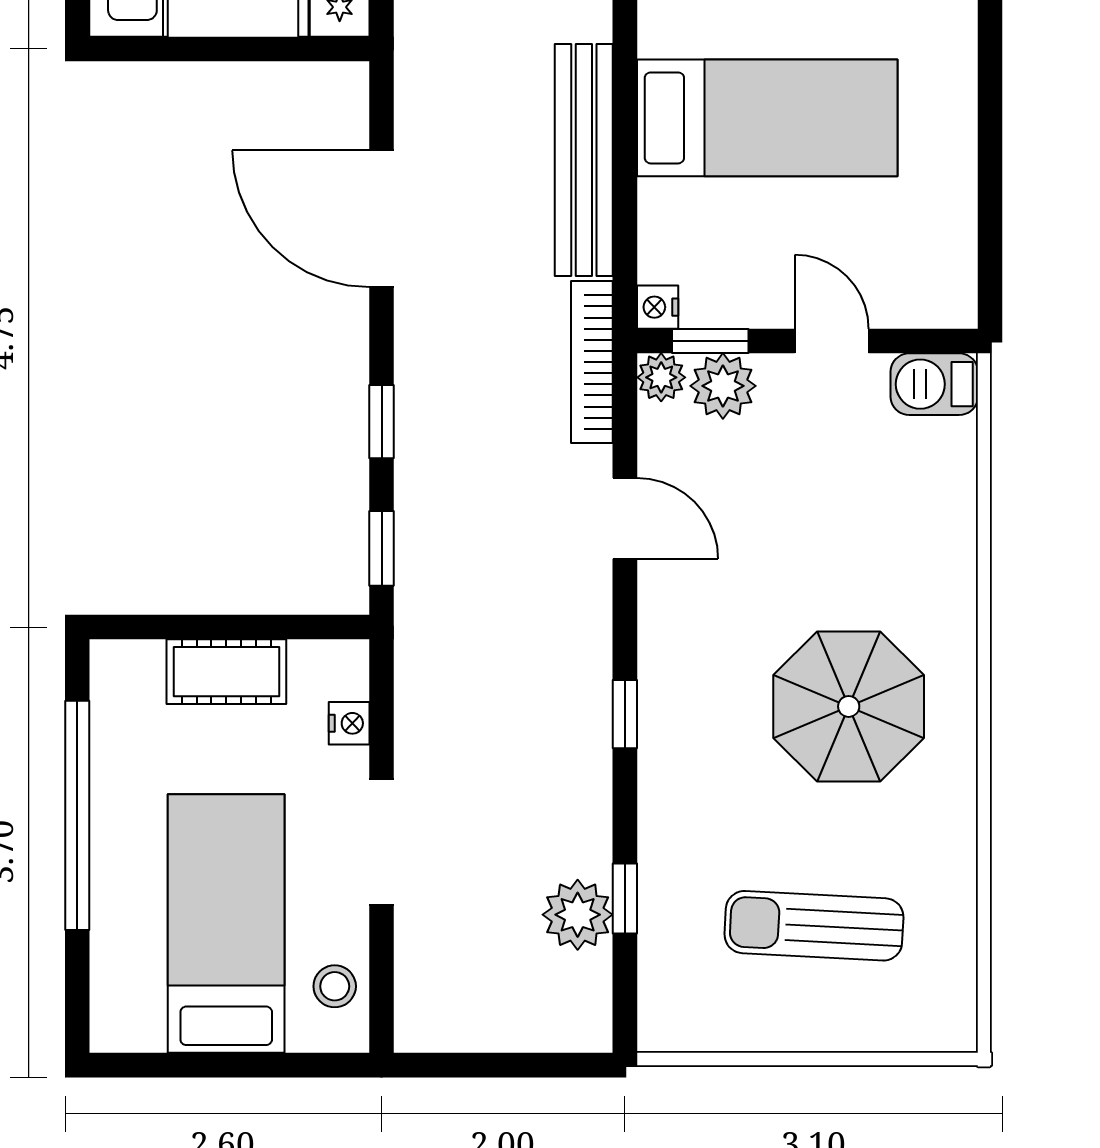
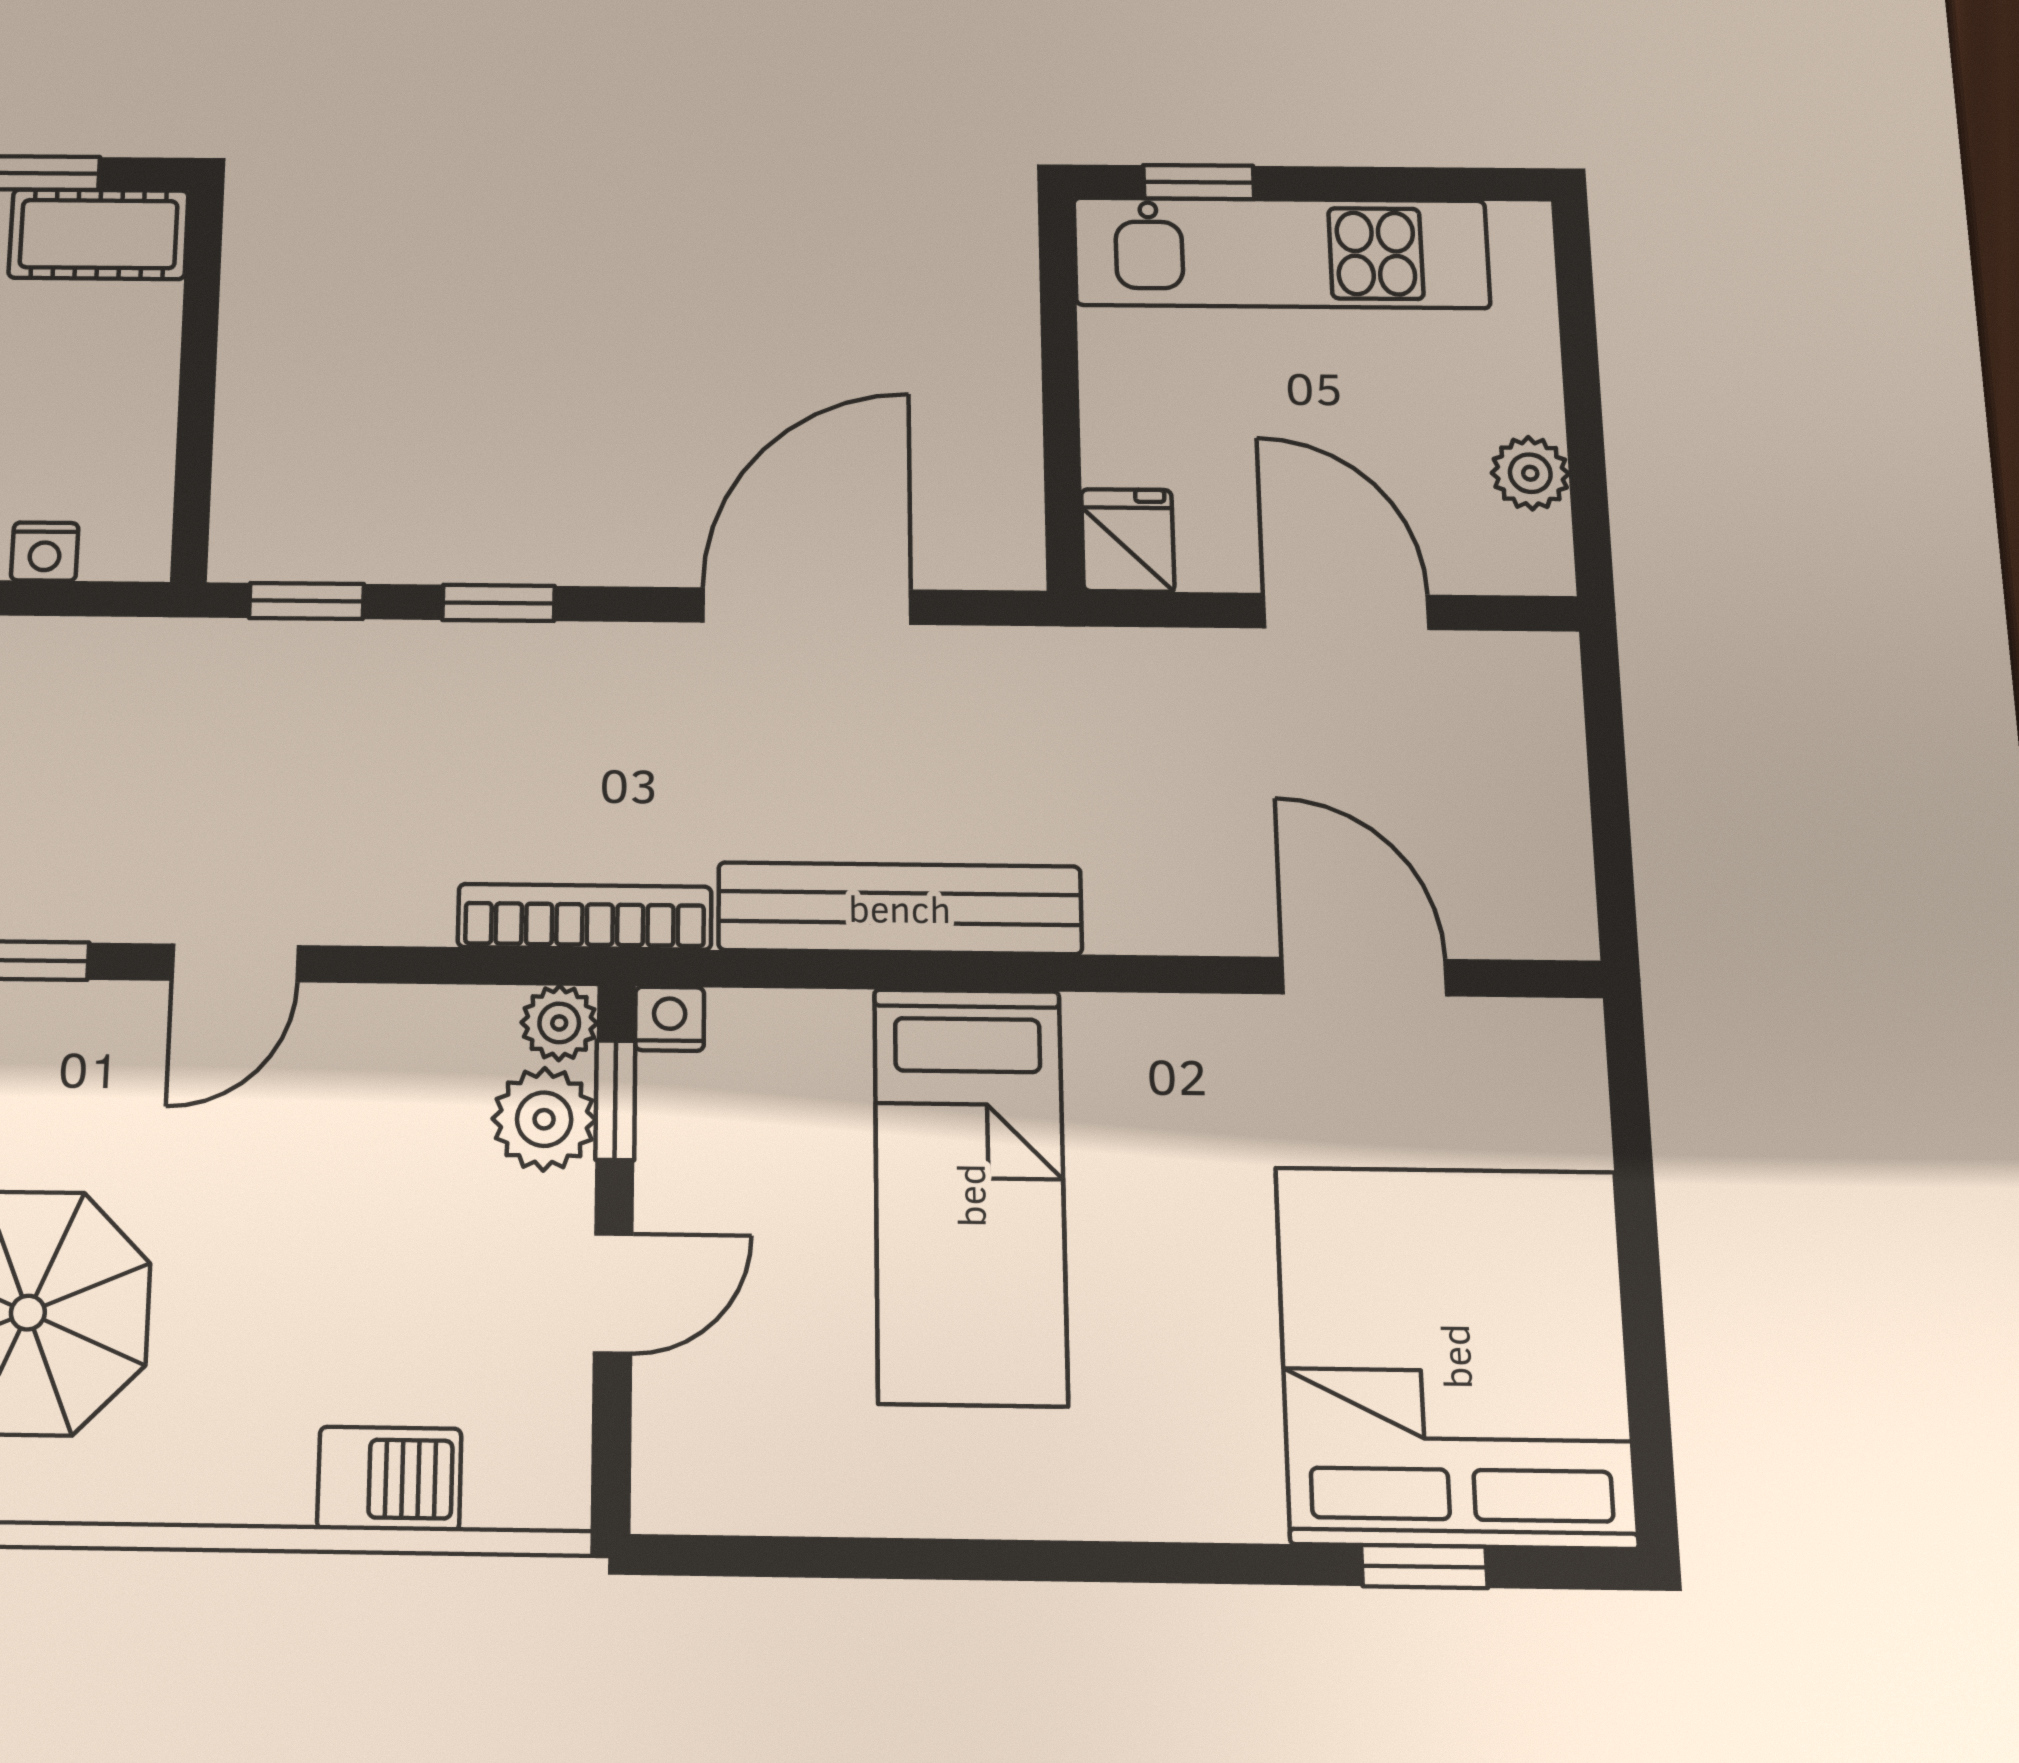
barbecue: (934, 384) -> (389, 1479), moved, turned 90
door: (625, 518) -> (235, 963), moved
cot: (226, 672) -> (99, 234), moved, turned 90

